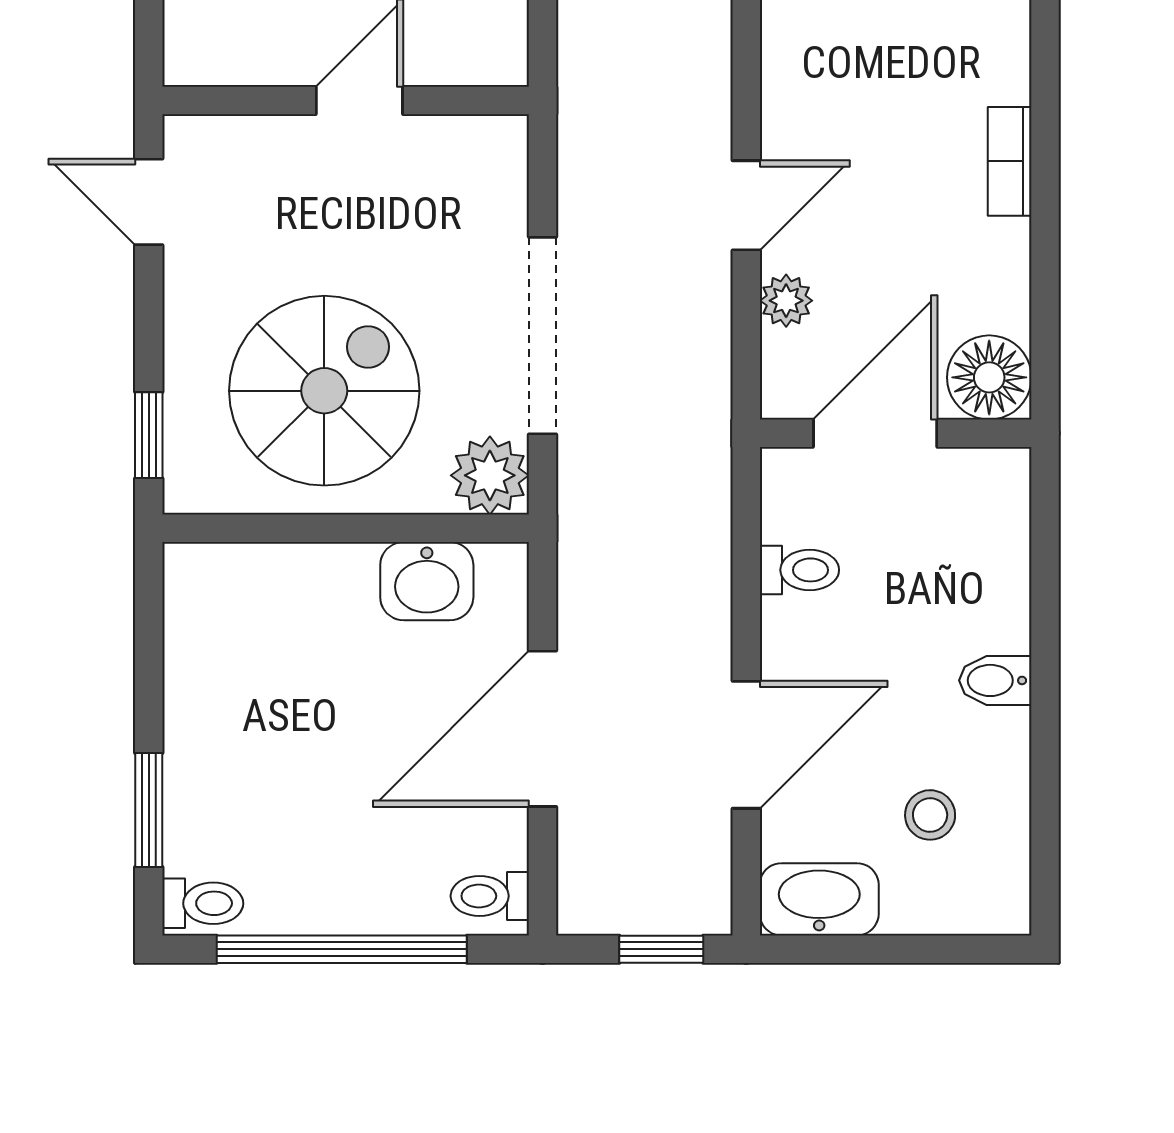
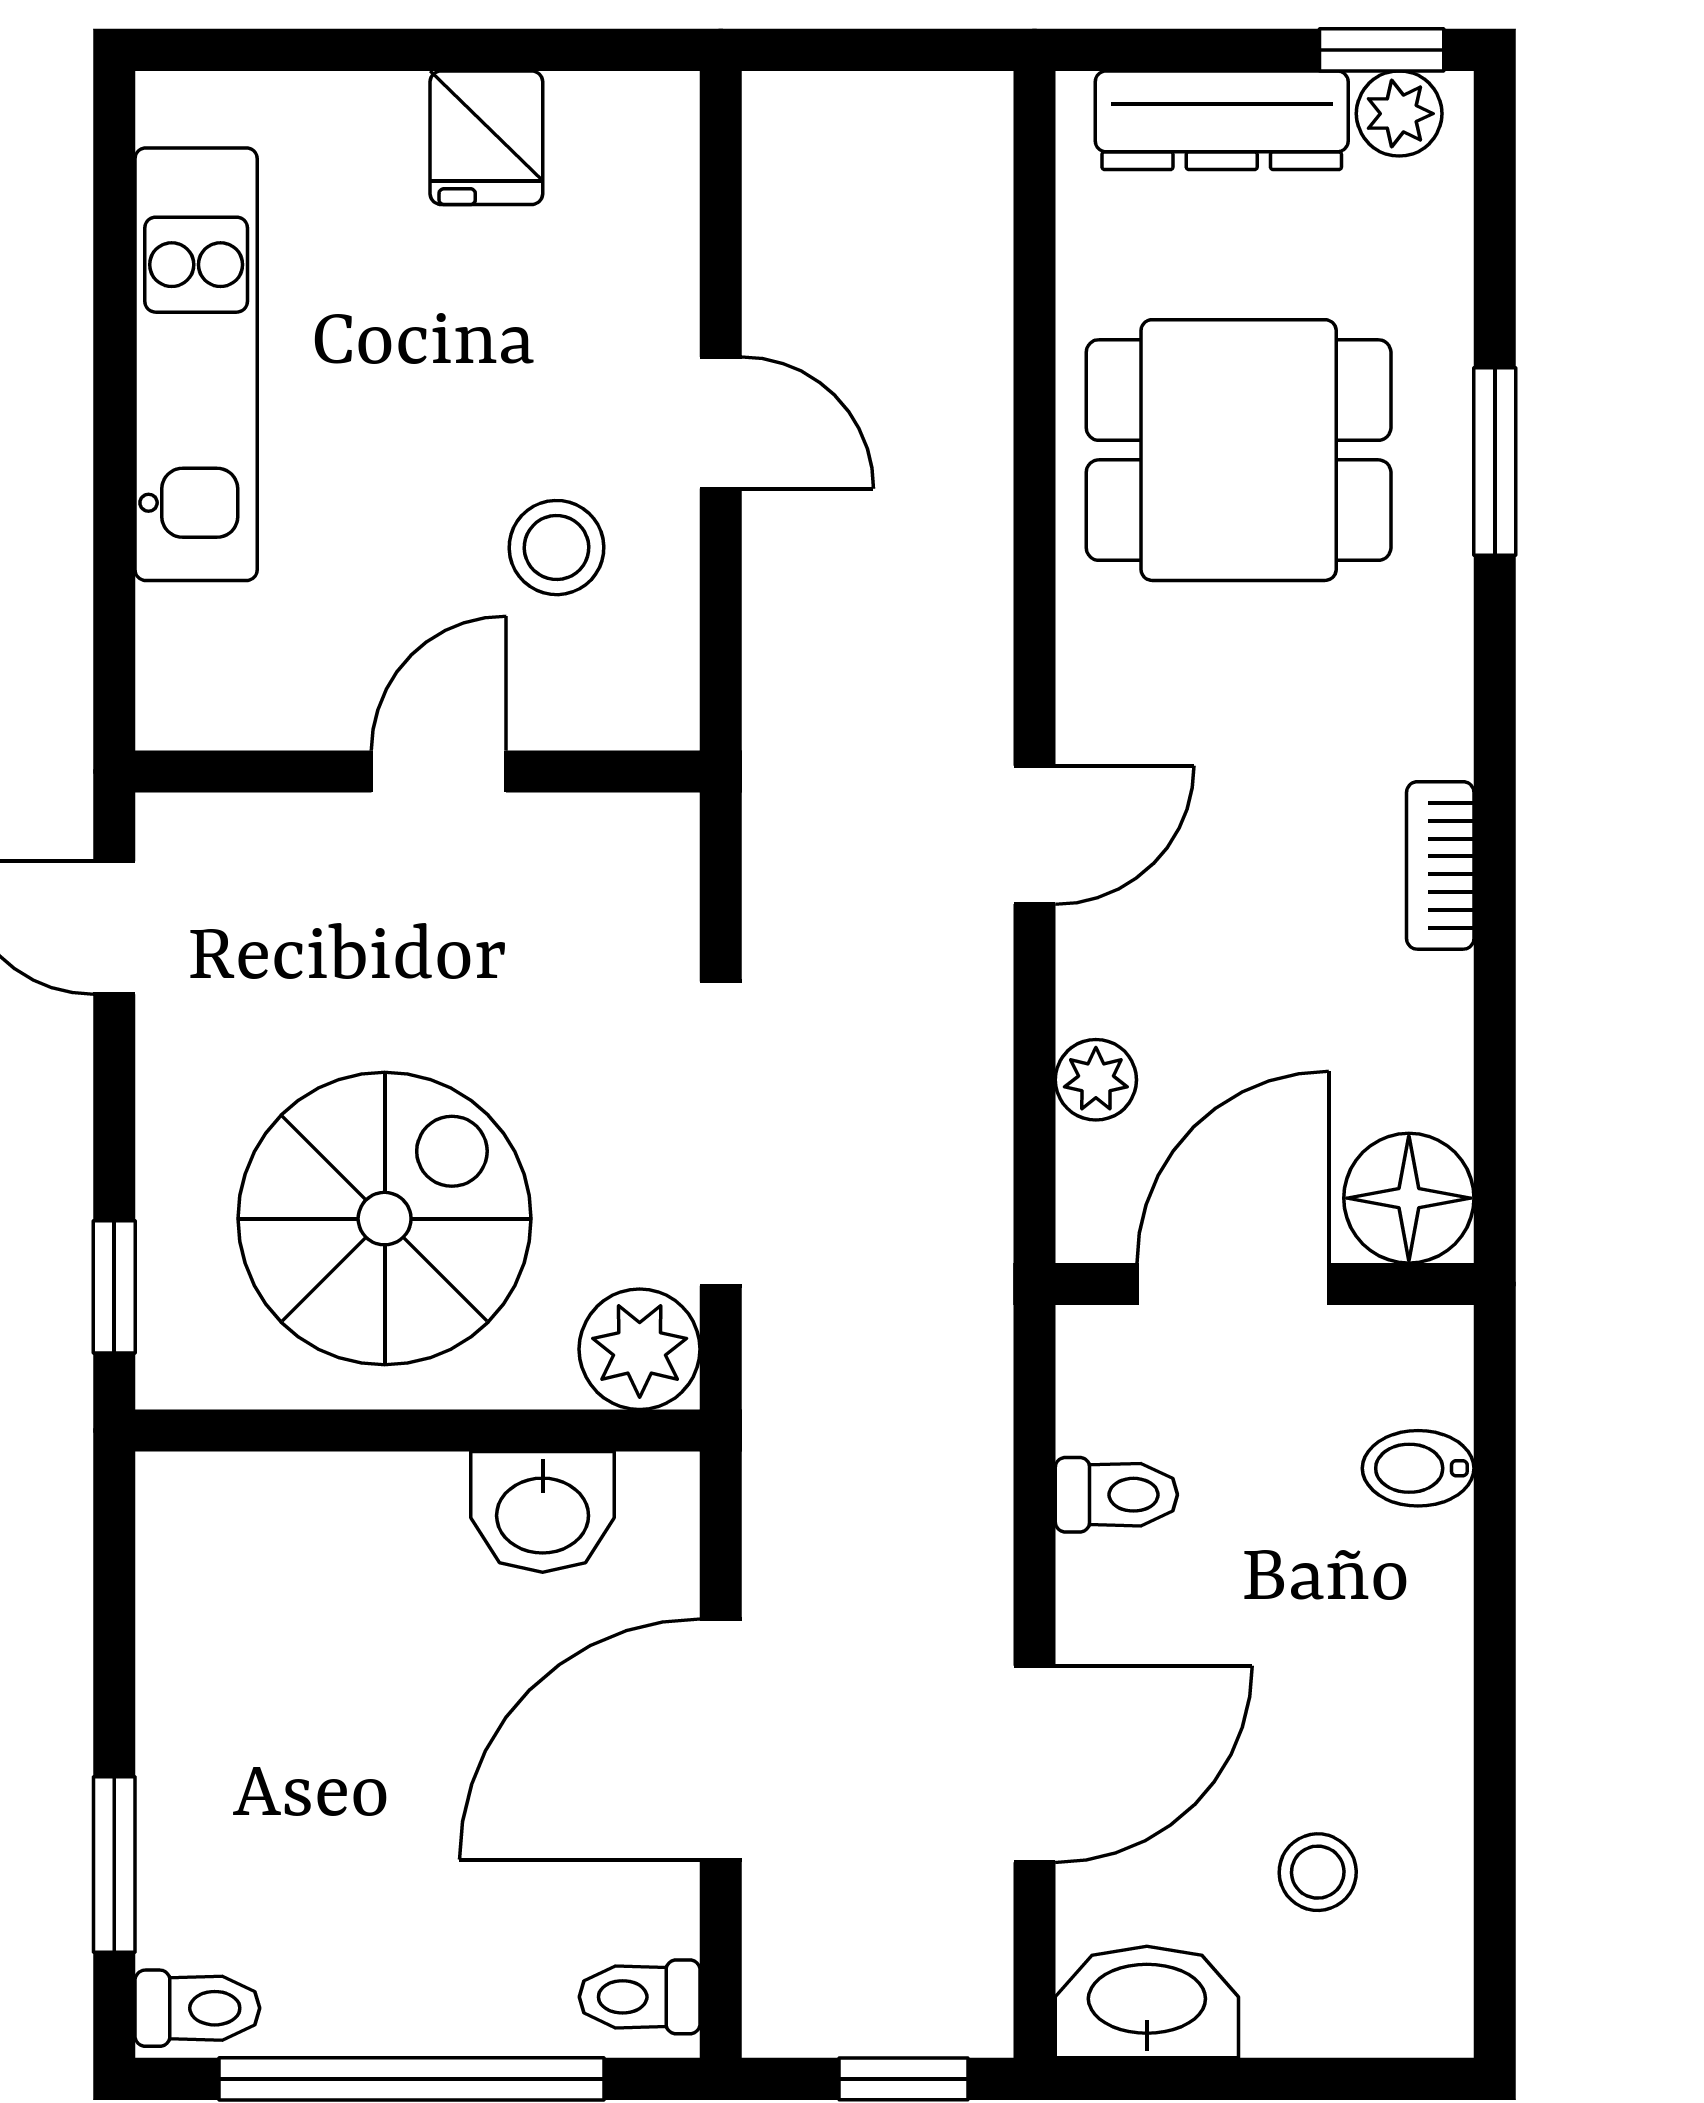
door: (746, 205) -> (1035, 835), moved
bidet: (995, 680) -> (1418, 1468), moved

